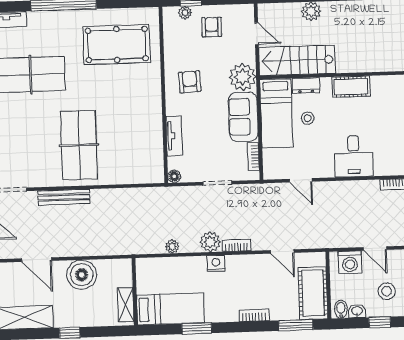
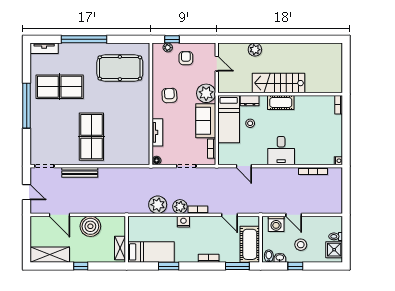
stairs: (297, 60) -> (279, 83), moved
plant: (172, 247) -> (158, 205), width x1.87, depth x1.87

